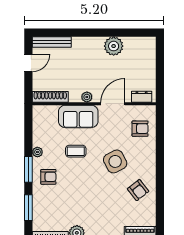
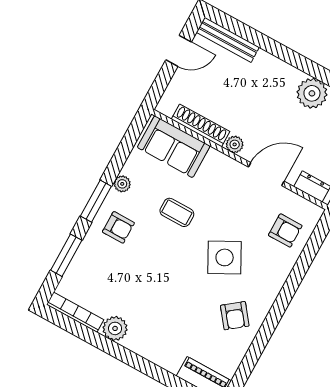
shoe rack: (50, 97) -> (200, 125), moved
sofa: (78, 116) -> (174, 147), moved

